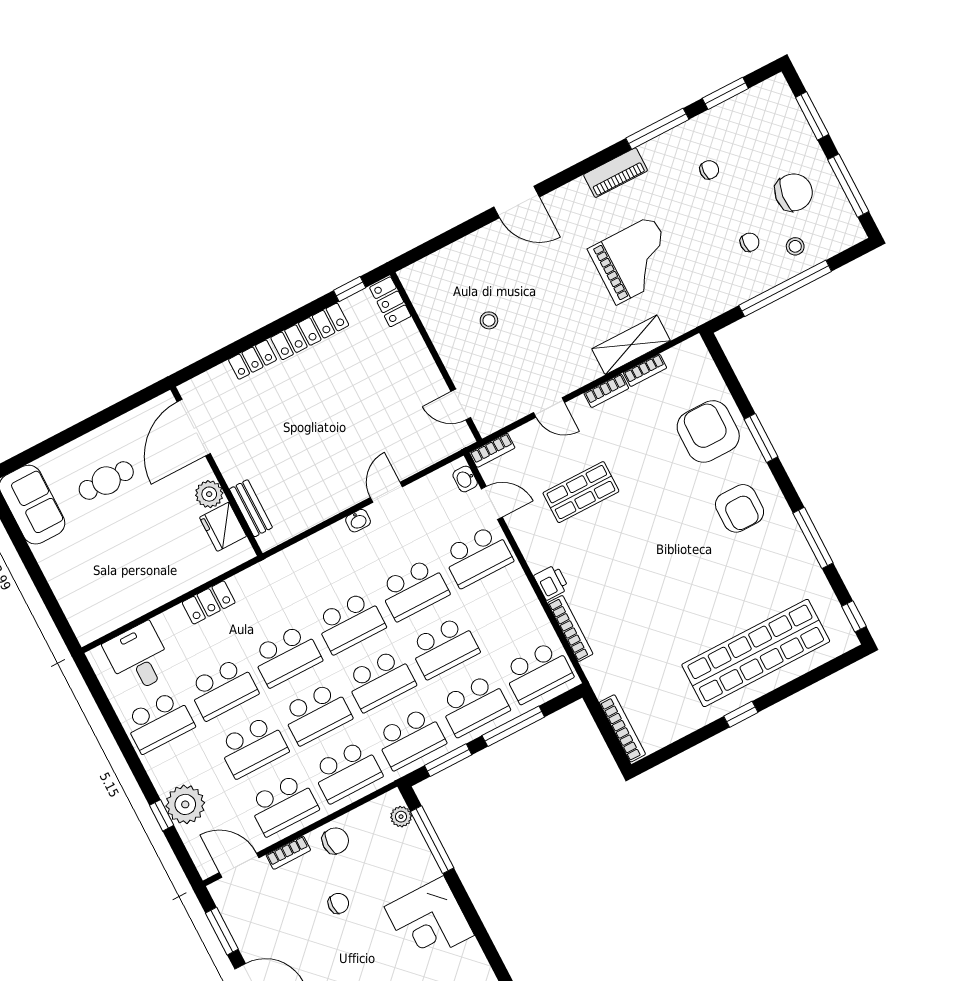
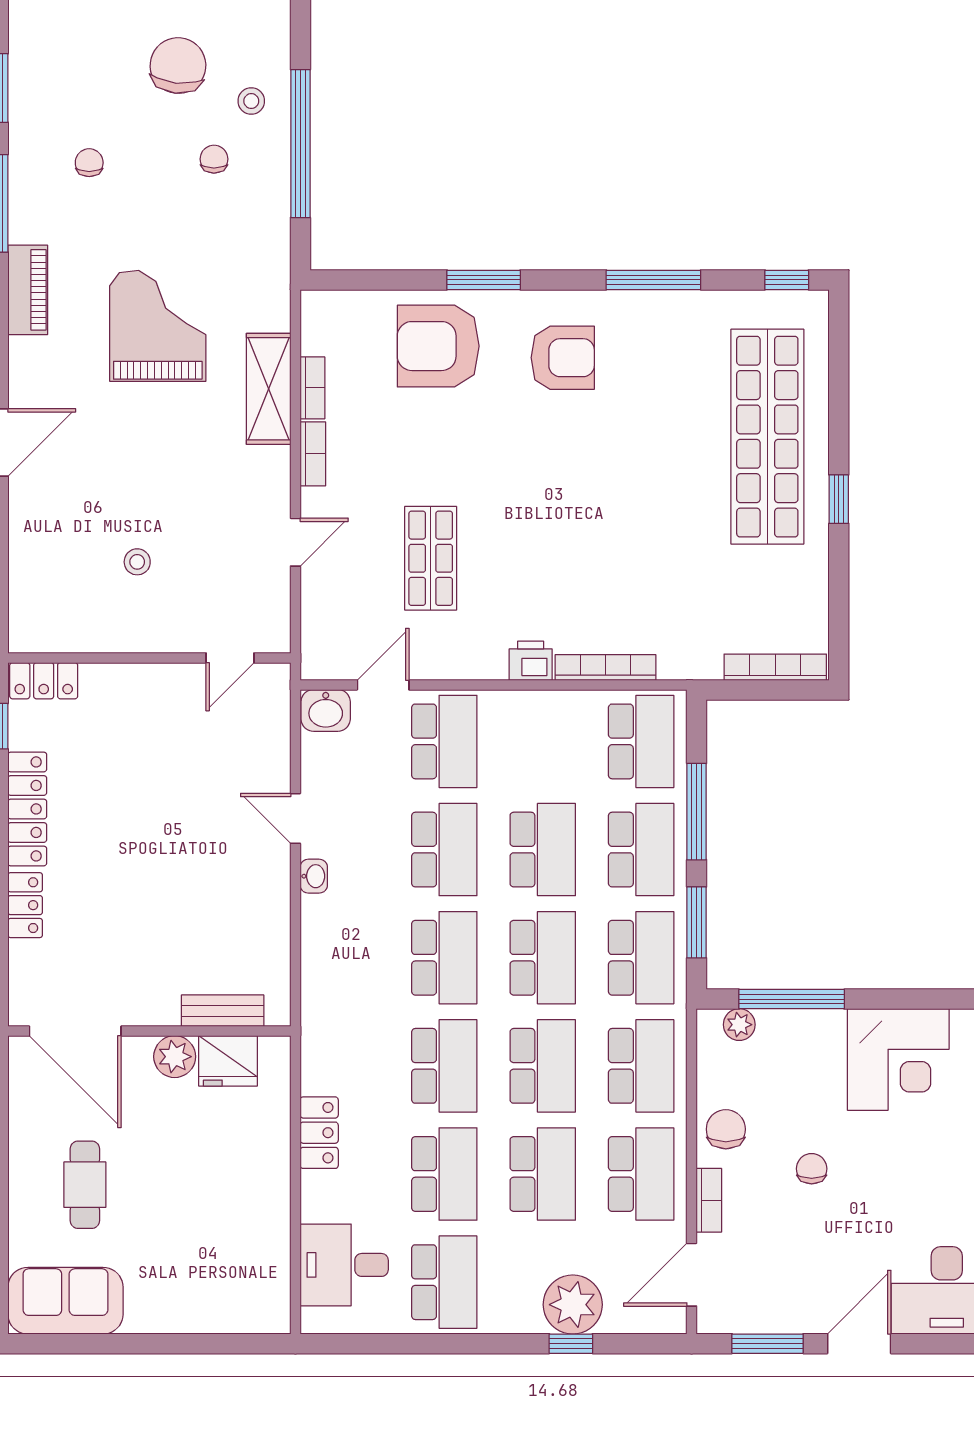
bookcase: (492, 450) -> (313, 648), removed
washbasin: (465, 479) -> (326, 710), width x1.38, depth x1.45

